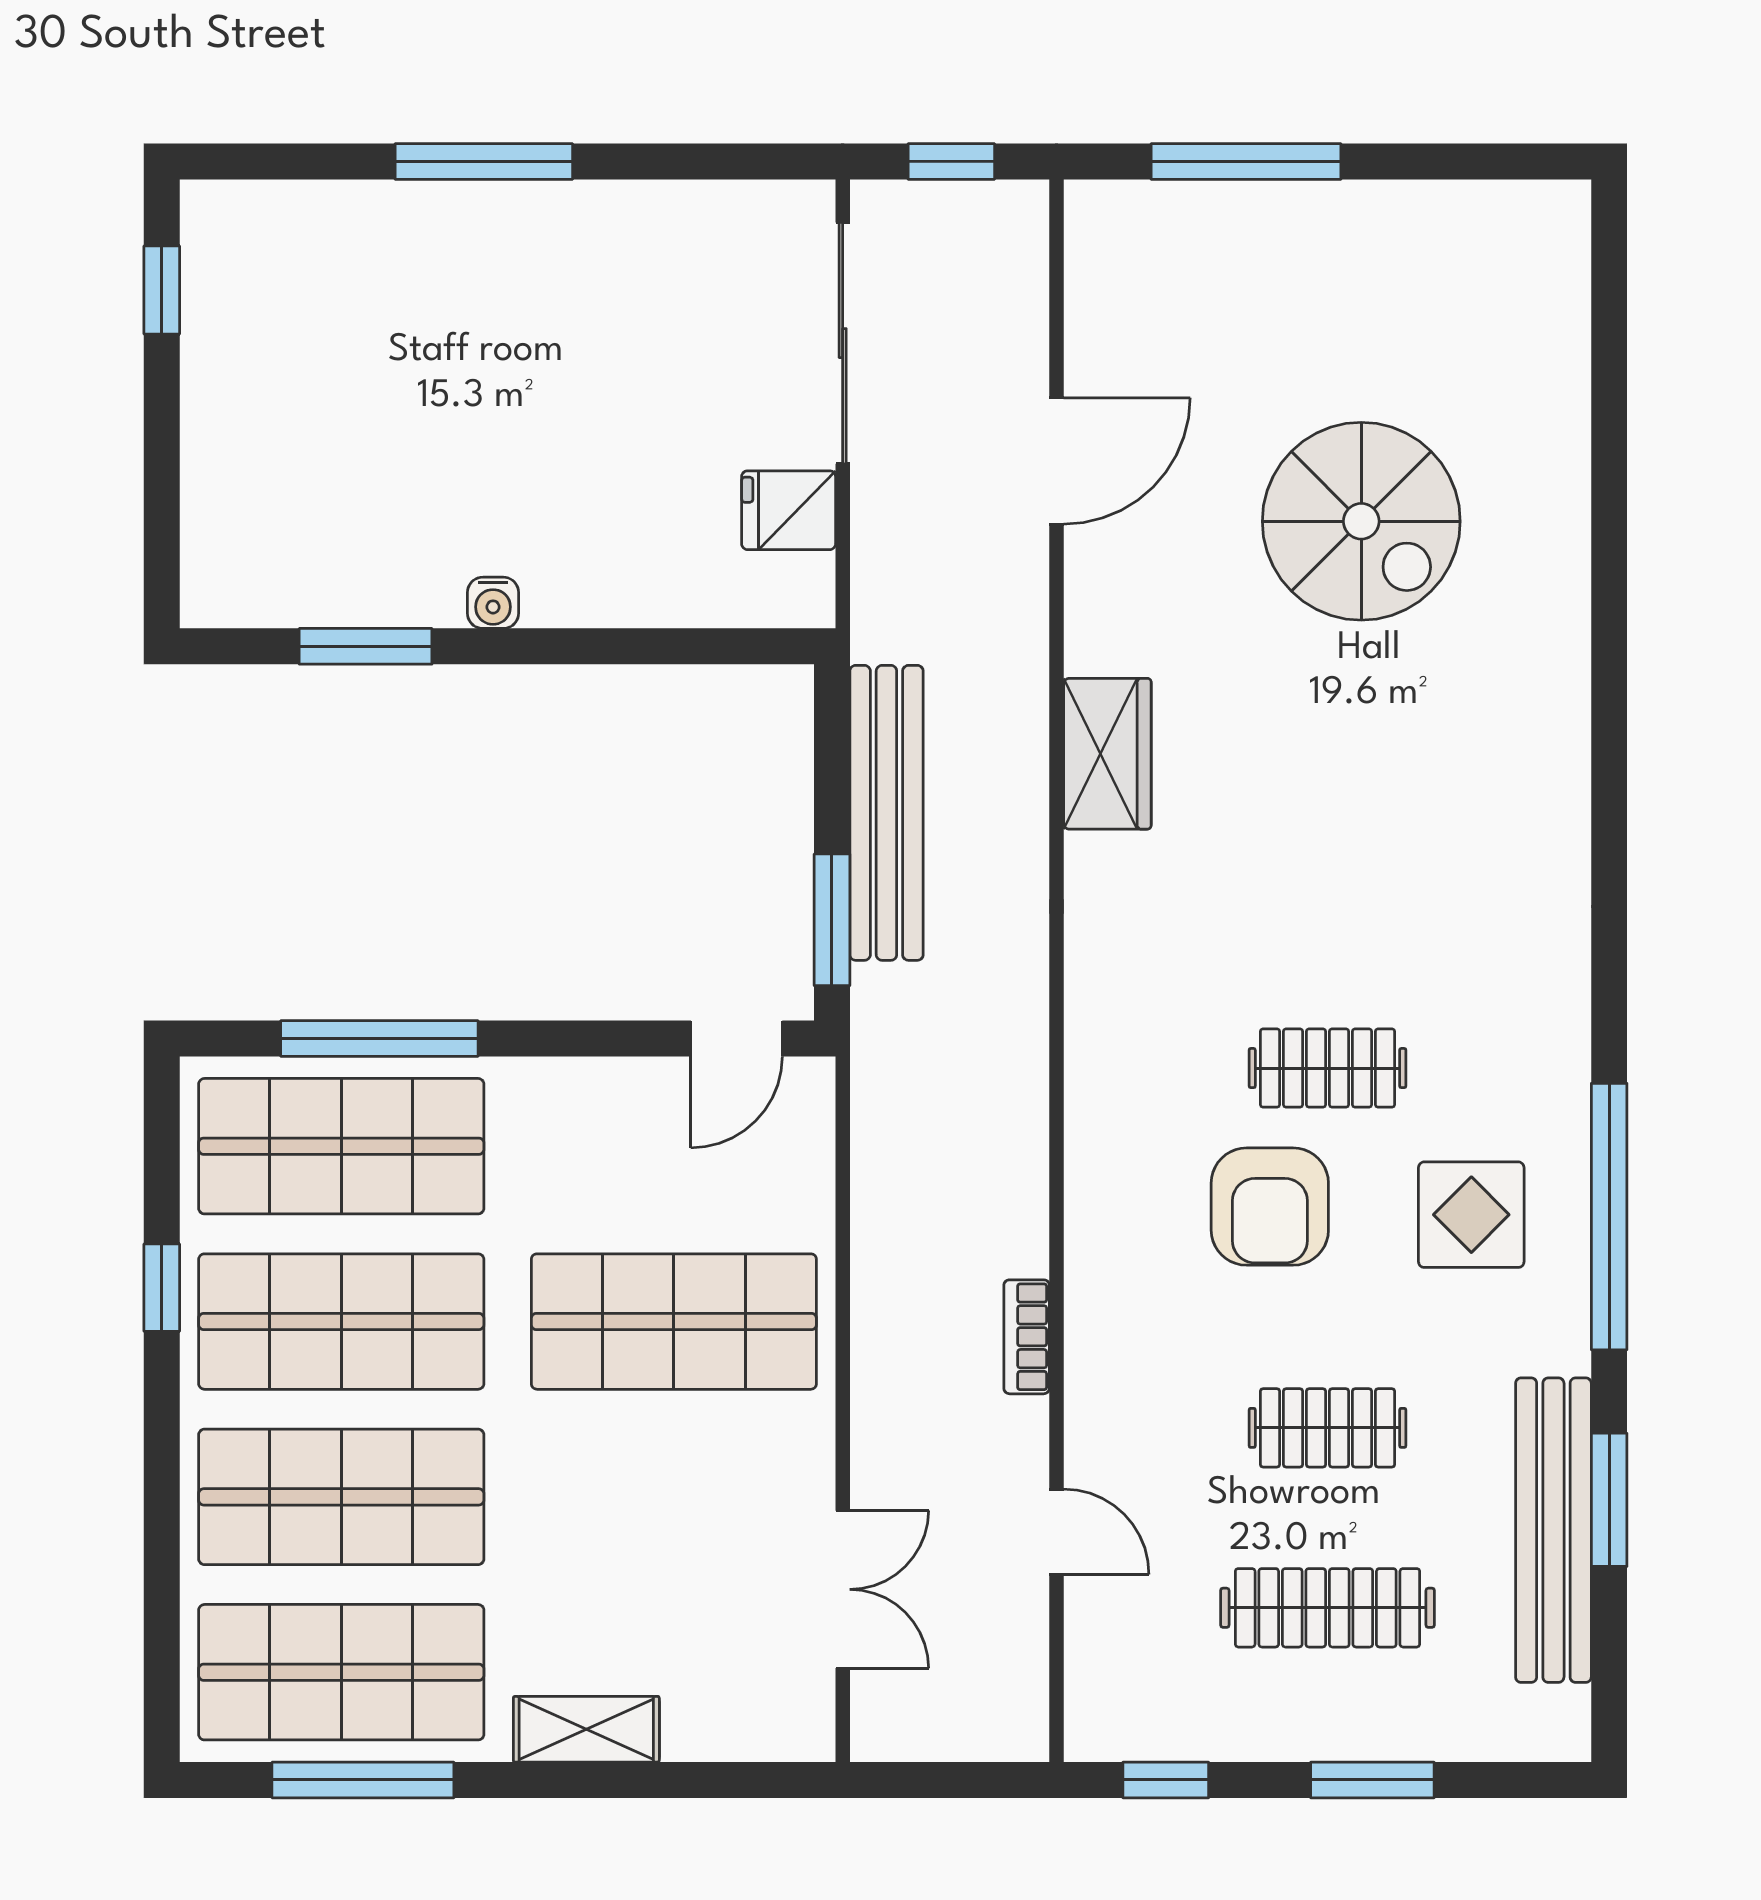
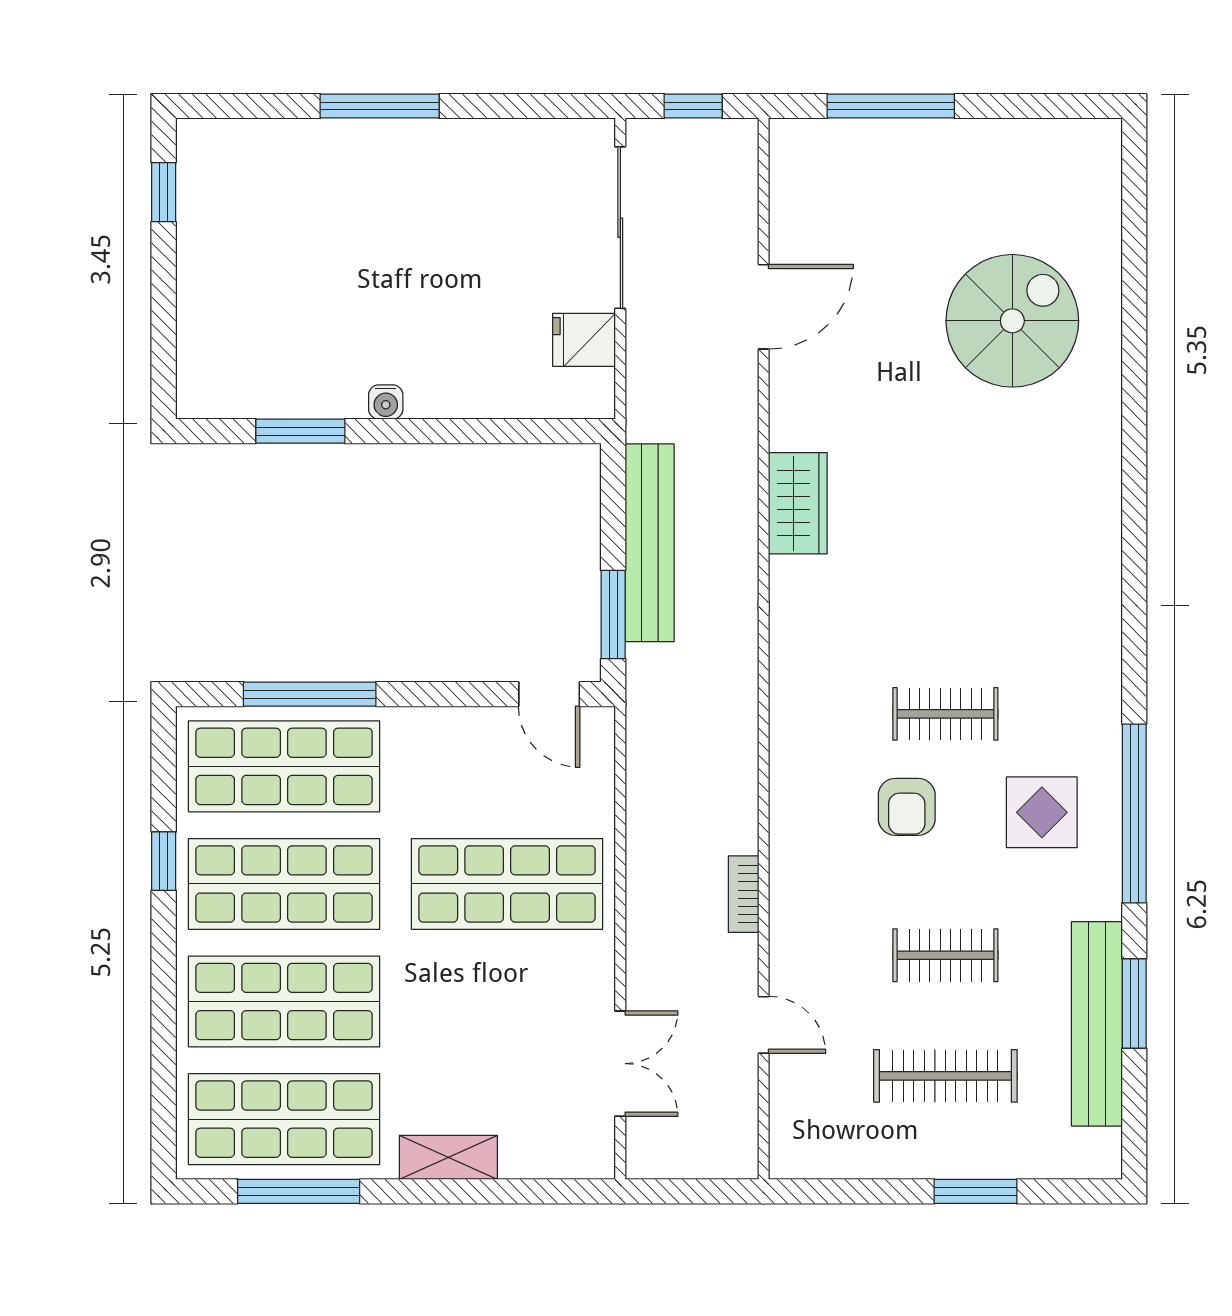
spiral stairs: (1361, 521) -> (1012, 321), moved, turned -90
door: (737, 1038) -> (549, 694), hinge flipped
armchair: (1270, 1207) -> (907, 807), width x0.72, depth x0.72
window: (1166, 1780) -> (837, 1191), removed

